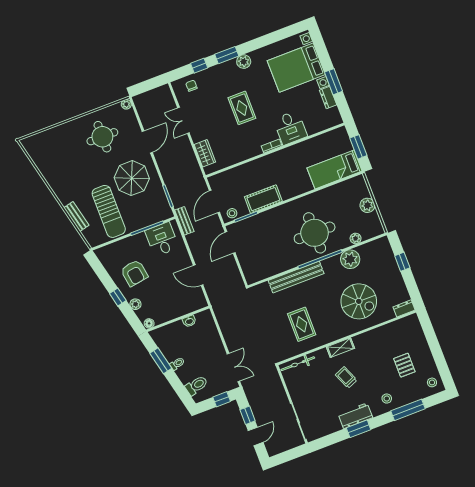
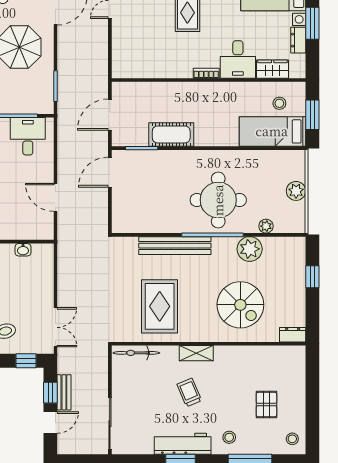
wardrobe: (205, 153) -> (273, 69), moved, turned -90
stool: (232, 213) -> (279, 103), moved
bench: (184, 221) -> (64, 392), moved
rug: (302, 324) -> (160, 306), width x1.36, depth x1.43
workbench: (355, 416) -> (183, 444), width x1.38

